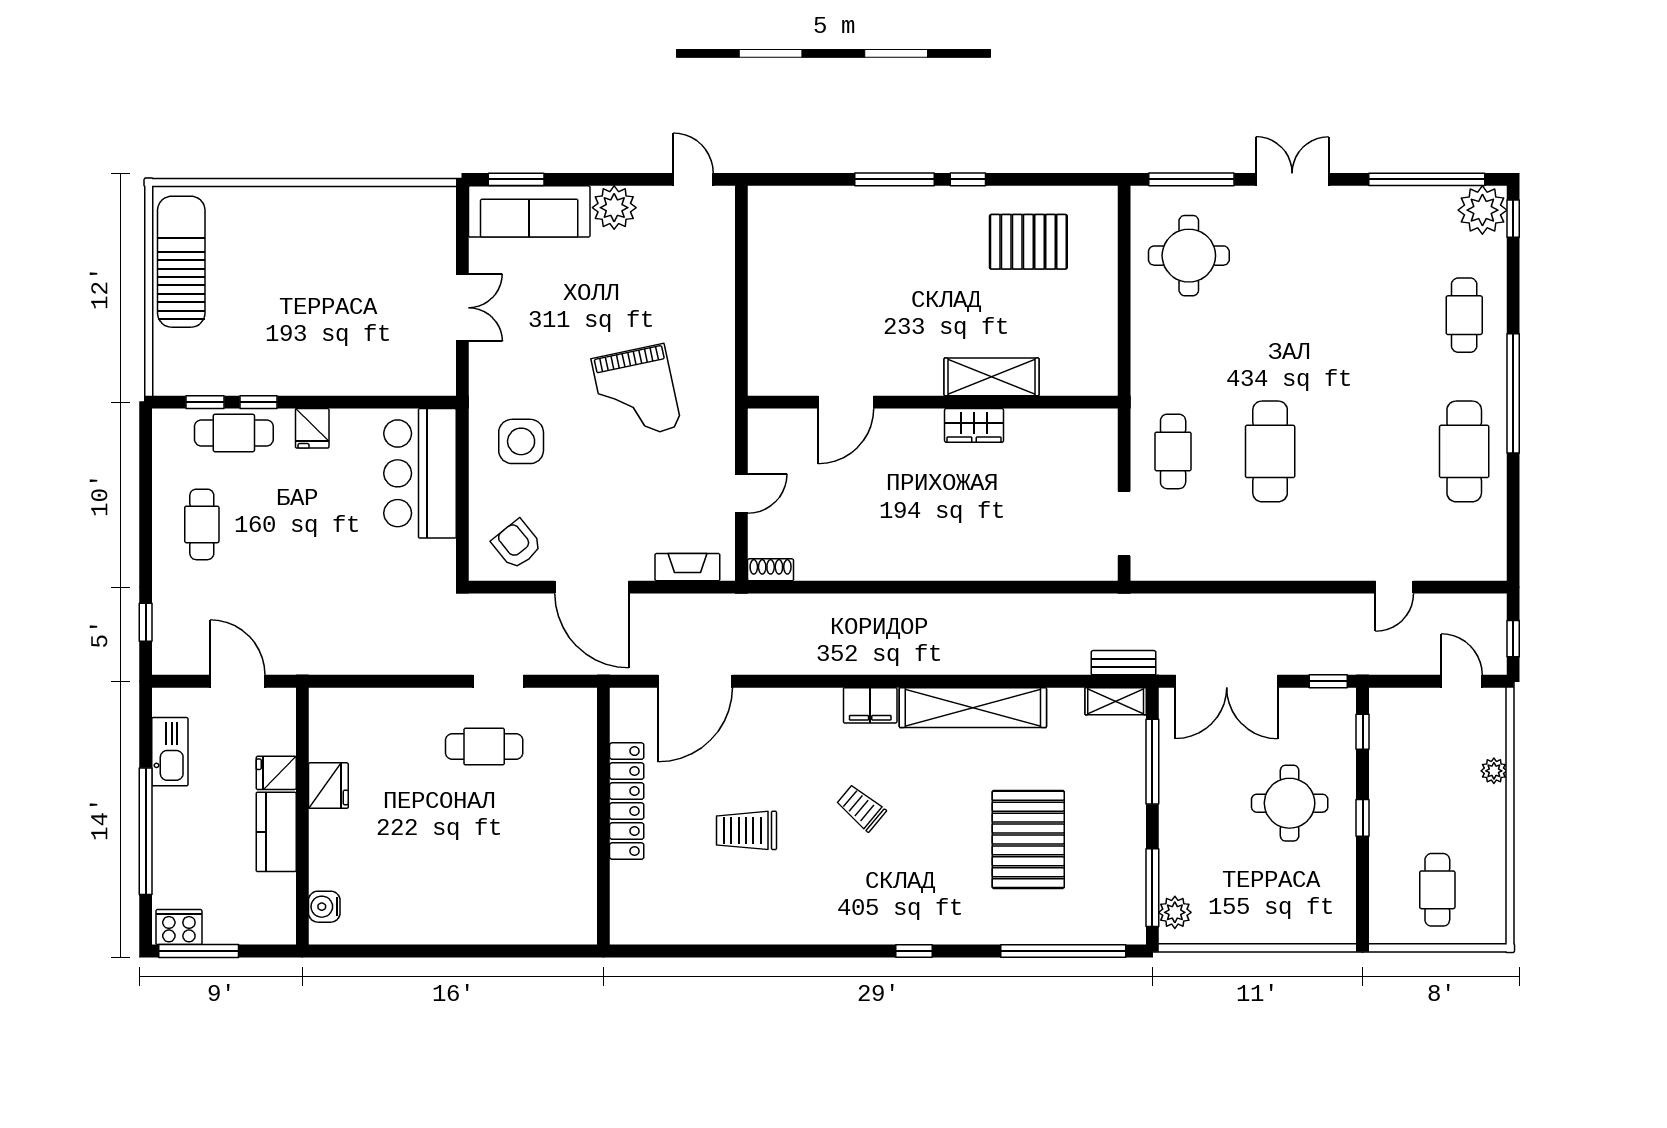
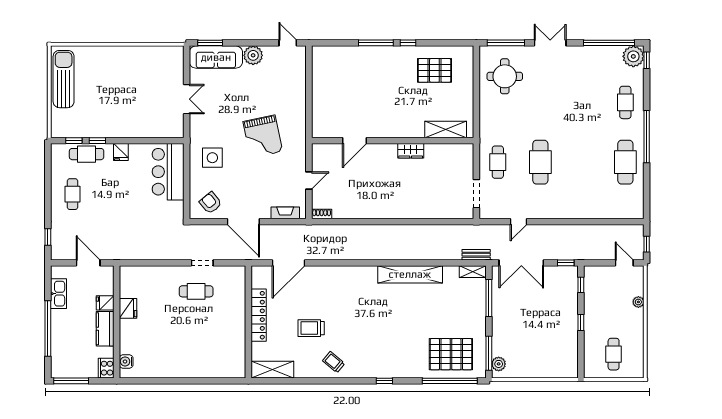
shelving: (992, 377) -> (446, 129), moved
door: (1394, 587) -> (519, 222), moved
filing cabinet: (870, 705) -> (365, 273), removed
round table: (1290, 803) -> (549, 316), removed
trolley: (861, 808) -> (334, 362), moved
pallet: (1028, 839) -> (451, 354), moved, turned 90
shelving: (658, 925) -> (272, 370), added
cooker: (179, 927) -> (106, 368), moved, turned -90

